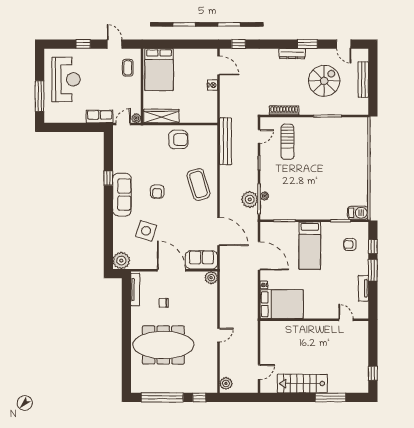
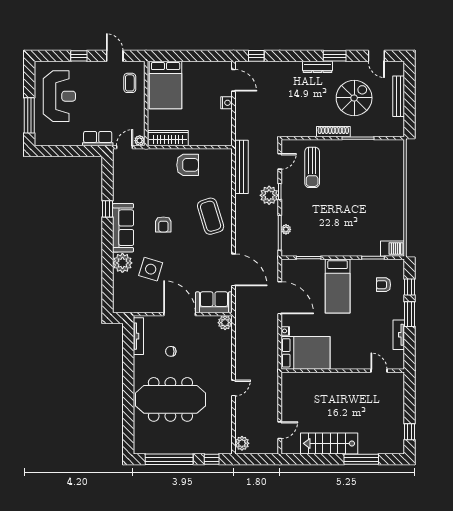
shoe rack: (284, 110) -> (333, 132), moved
plant: (250, 199) -> (269, 195), moved
plant: (121, 261) -> (122, 263), moved

